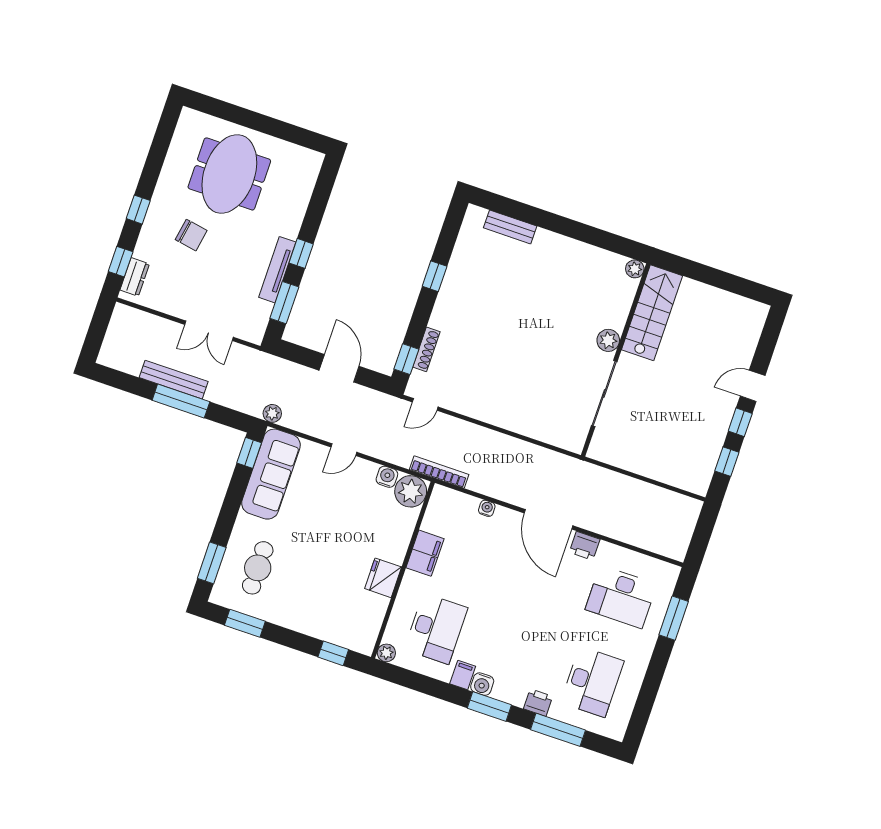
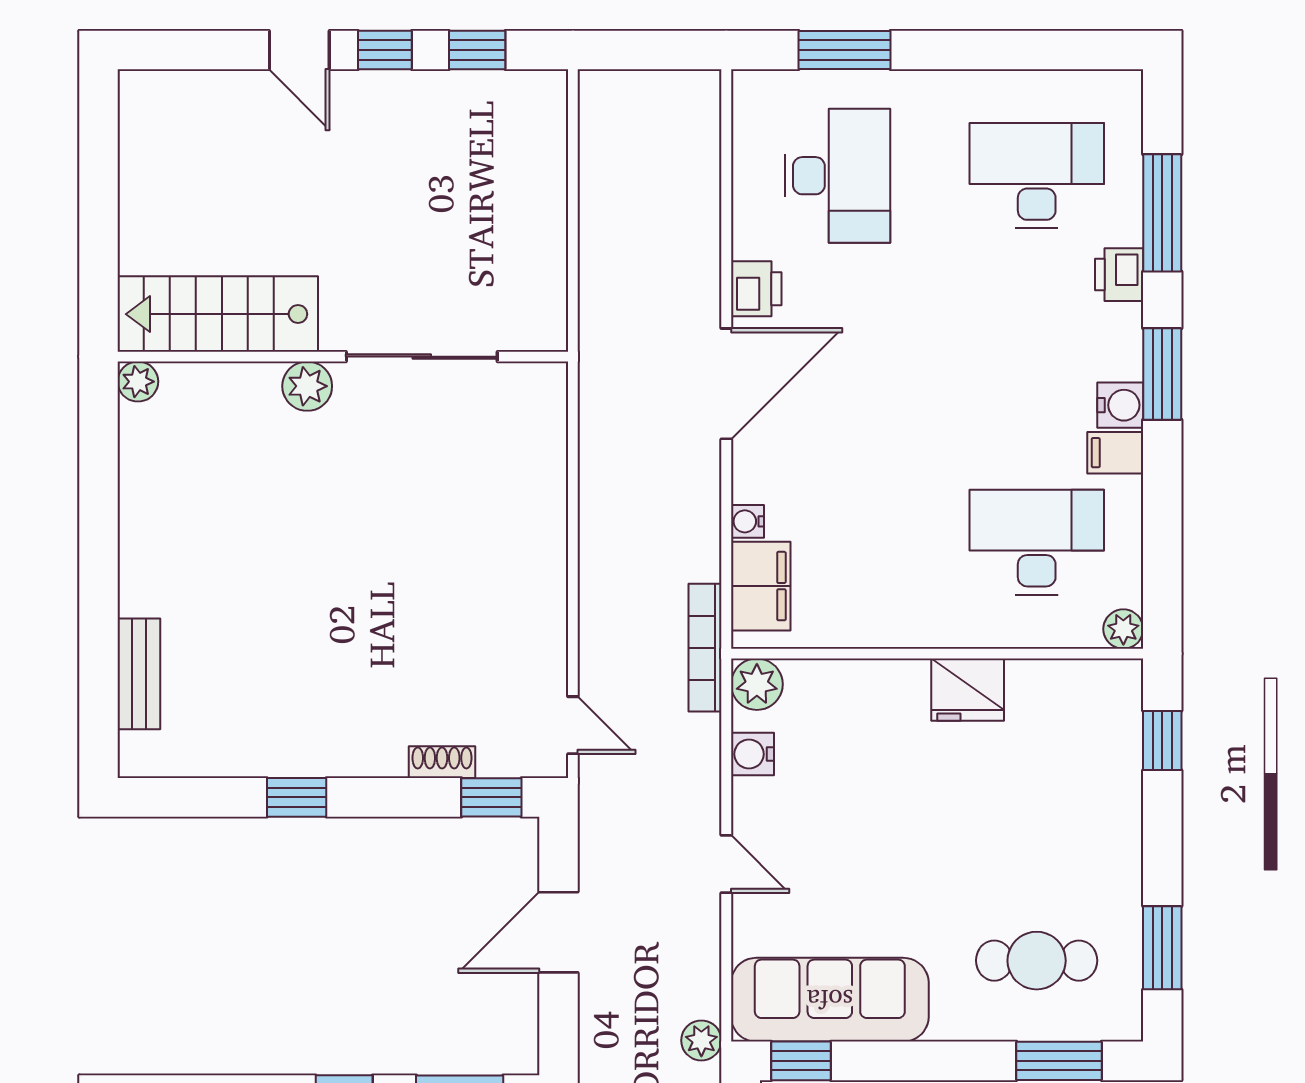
shoe rack: (426, 349) -> (442, 762), width x0.70
plant: (411, 491) -> (757, 684), width x0.73, depth x0.73
filing cabinet: (425, 553) -> (761, 586), moved, turned 90

